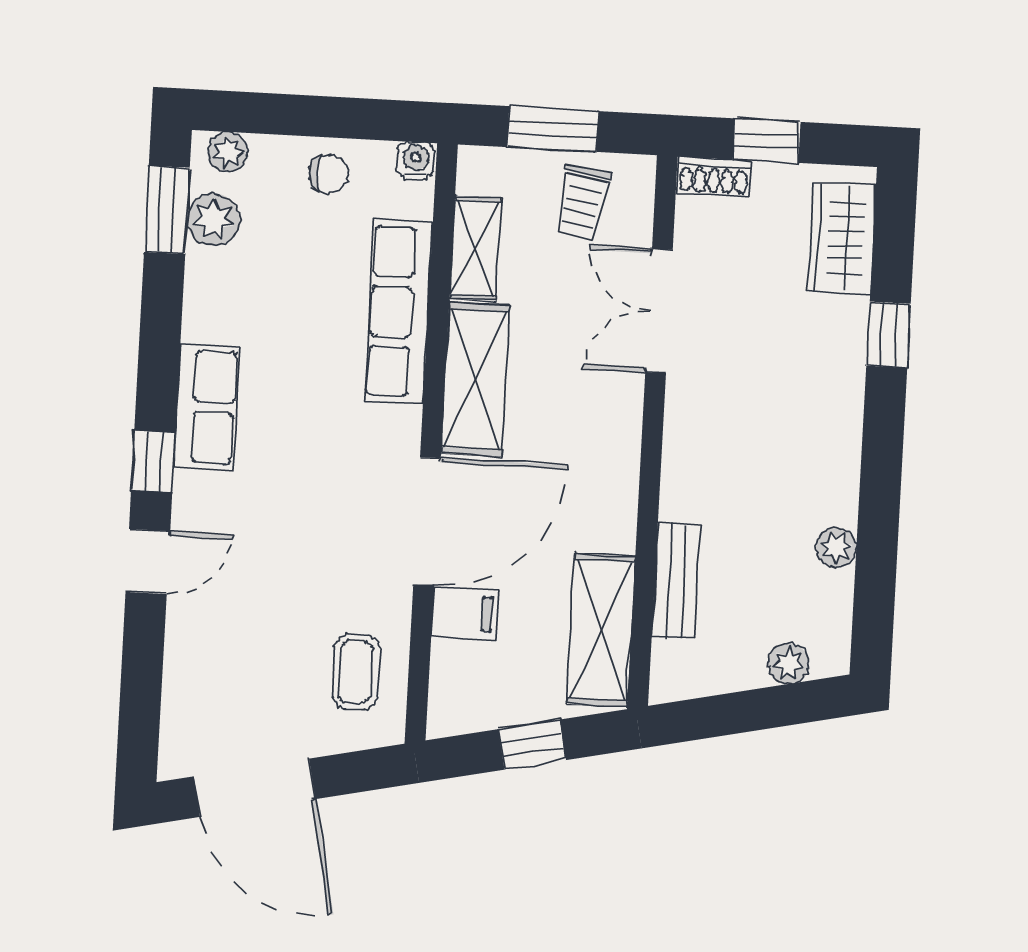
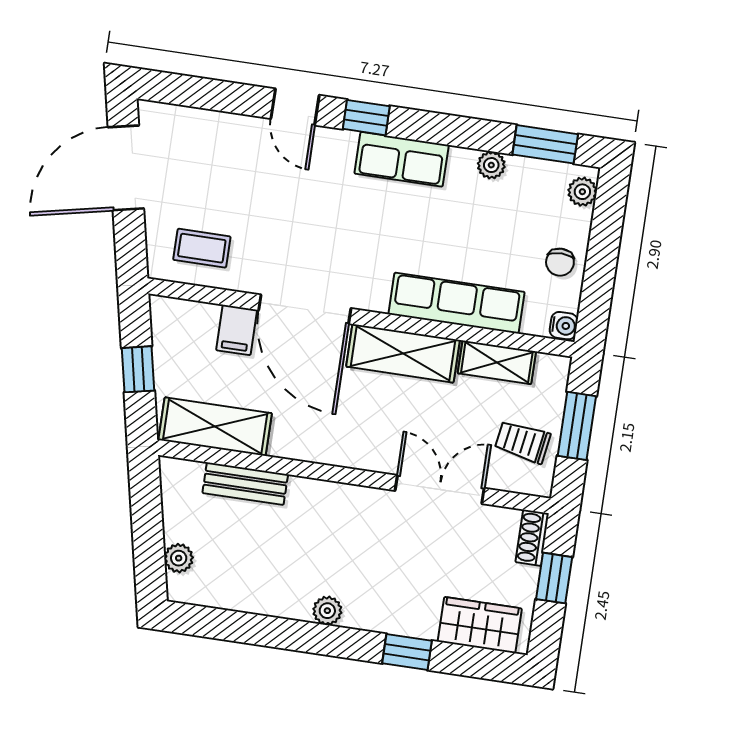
plant: (213, 220) -> (491, 165), moved, width x0.73, depth x0.73
plant: (836, 548) -> (327, 611), moved

